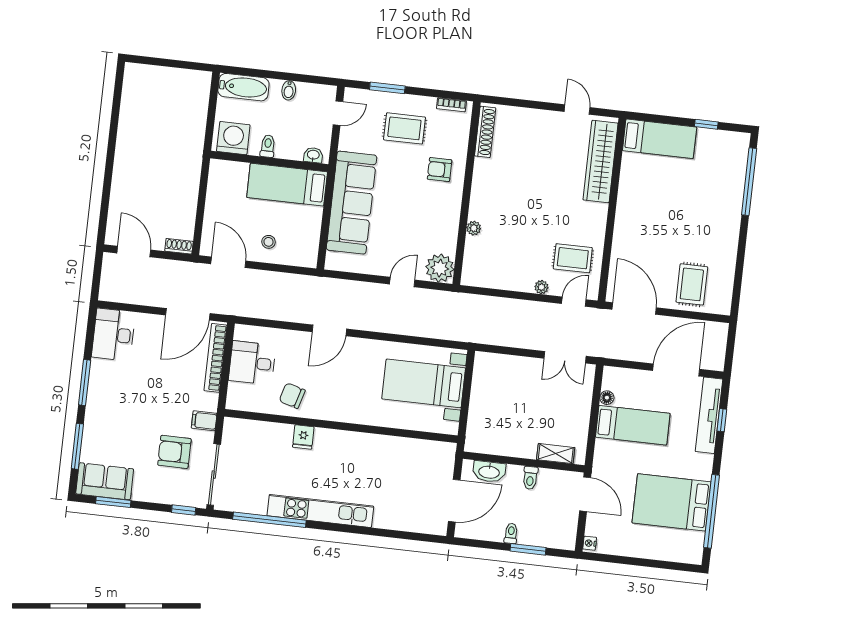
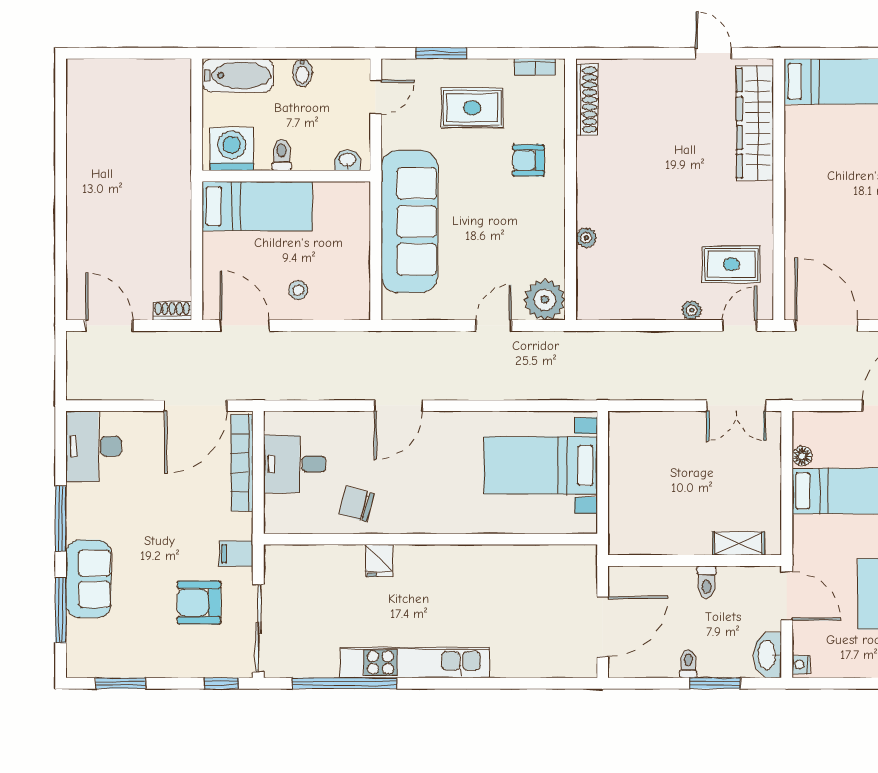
bed: (287, 185) -> (257, 206), moved, turned 180
washbasin: (489, 472) -> (768, 655), moved, turned 90
sofa: (105, 481) -> (89, 579), moved, turned 90

